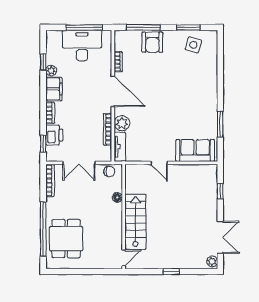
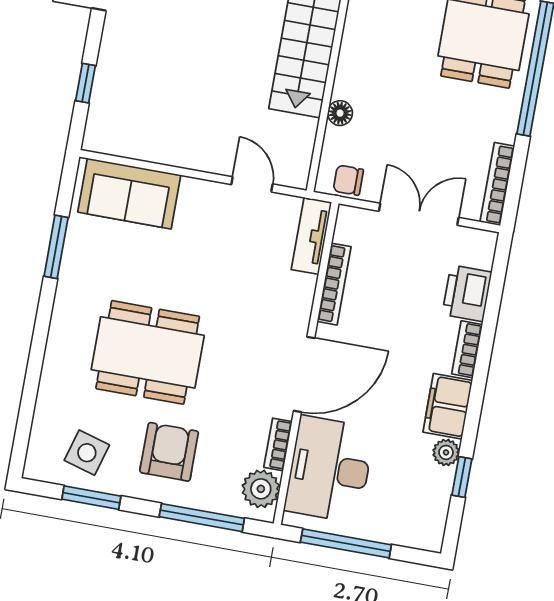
armchair: (152, 42) -> (169, 452), moved
desk: (82, 46) -> (329, 469), moved, turned 90
dining table: (176, 89) -> (148, 352), added
door: (113, 91) -> (304, 374), swing flipped
plant: (122, 123) -> (261, 489), moved
window: (43, 144) -> (498, 277), removed
door: (159, 163) -> (252, 184), moved

